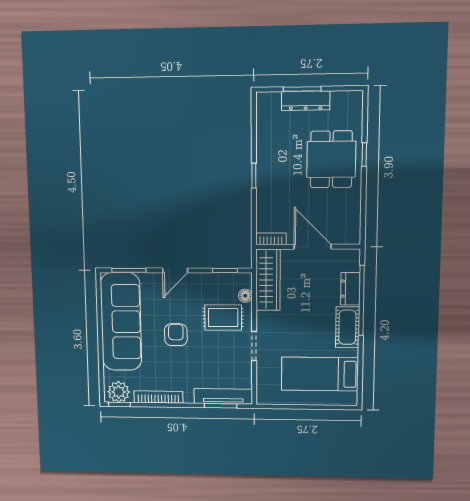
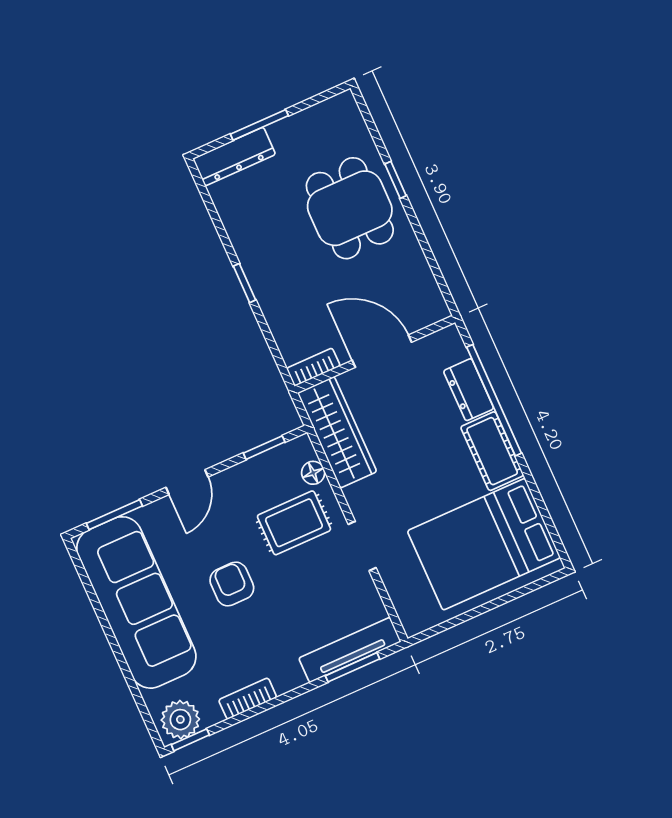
dresser: (306, 101) -> (234, 156), moved
bed: (320, 374) -> (484, 544), width x1.50
bookcase: (158, 397) -> (248, 699), width x0.64

